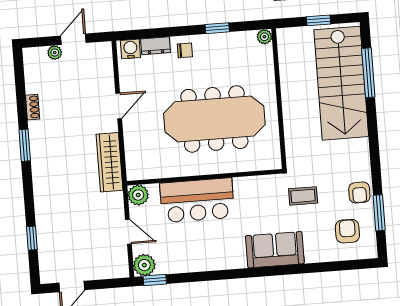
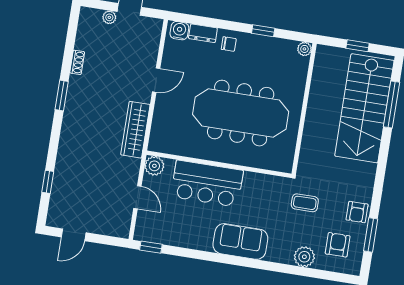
sofa: (275, 250) -> (240, 241), moved
plant: (144, 265) -> (304, 257), moved

